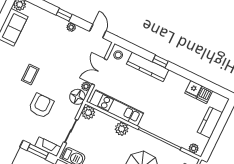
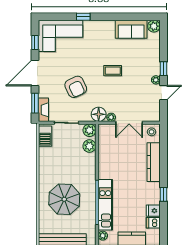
door: (98, 31) -> (164, 93), moved
window: (160, 61) -> (164, 194), moved
double door: (99, 72) -> (129, 123), swing flipped
coffee table: (30, 75) -> (113, 71), moved
armchair: (41, 106) -> (76, 87), turned 65
kitchen unit: (116, 108) -> (105, 205), moved
plant: (122, 129) -> (89, 146), moved

